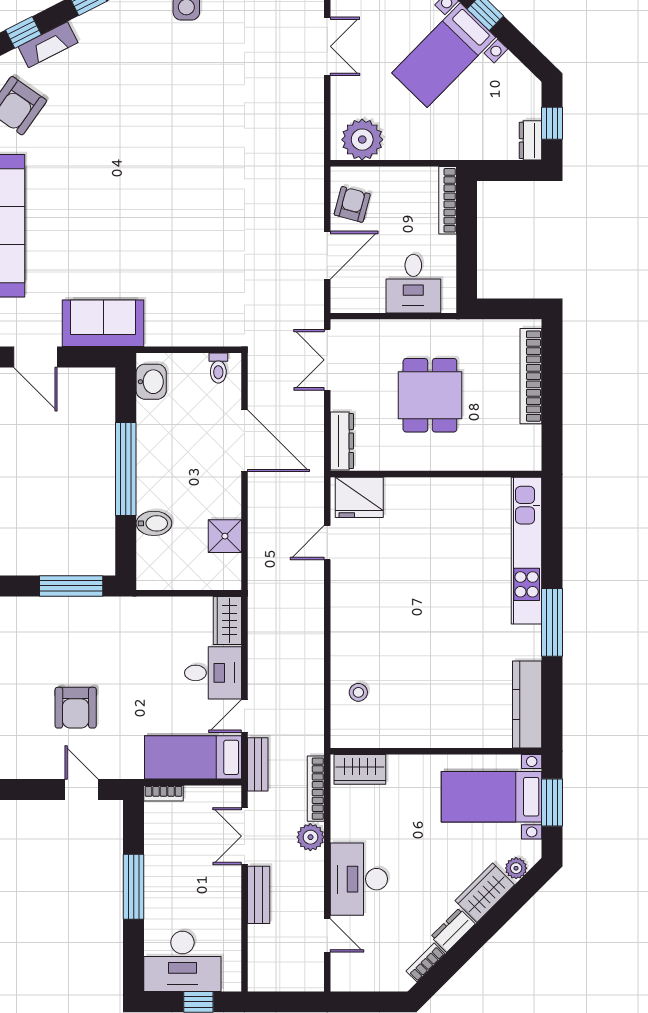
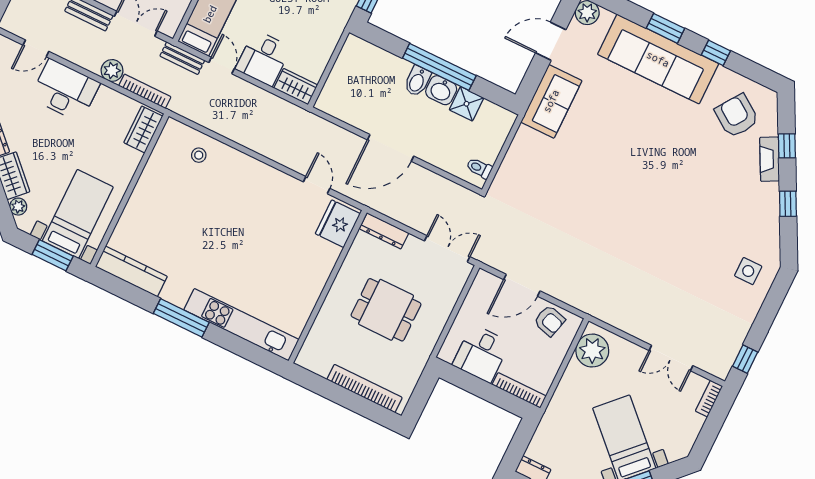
door: (327, 255) -> (522, 285), hinge flipped
desk: (413, 284) -> (481, 353), moved, turned -90
washbasin: (151, 382) -> (441, 90), moved
door: (244, 441) -> (391, 148), moved
bidet: (154, 523) -> (417, 81), moved
shower: (225, 536) -> (466, 104), moved

